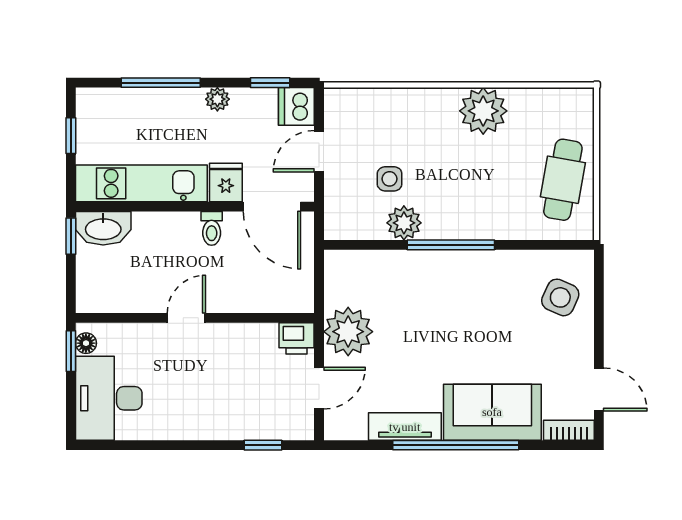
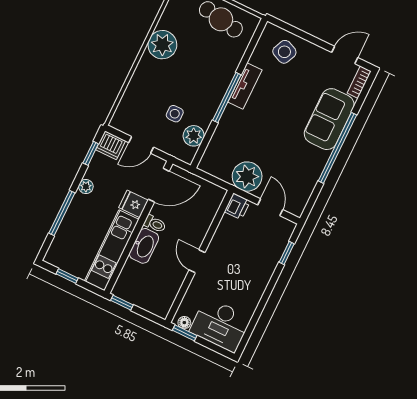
door: (319, 151) -> (141, 145), hinge flipped
plant: (404, 223) -> (194, 136), moved
washbasin: (103, 228) -> (144, 246), moved
tv unit: (405, 427) -> (245, 86), moved, turned 180

